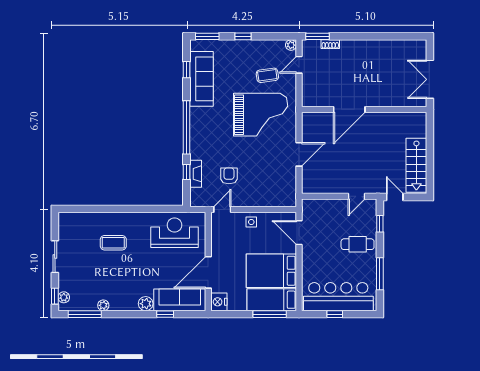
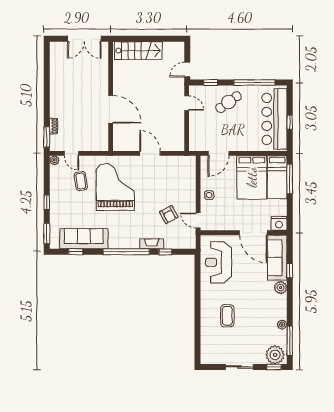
stairs: (416, 165) -> (138, 51), moved
fireplace: (196, 174) -> (152, 244), moved
armchair: (229, 176) -> (169, 215), turned -118
cafe table: (358, 244) -> (229, 102), turned 54
window: (380, 274) -> (254, 82), width x1.46
plant: (64, 297) -> (275, 355), width x1.88, depth x1.88

